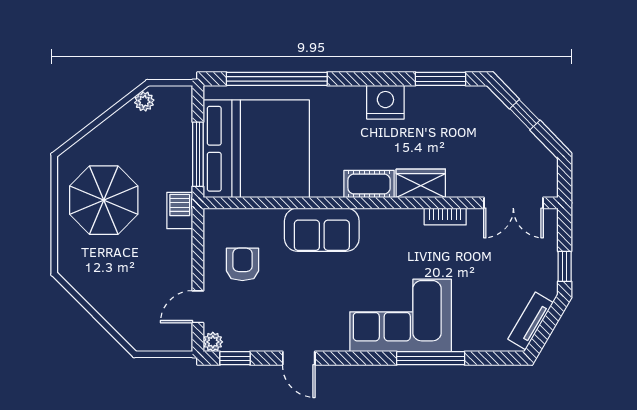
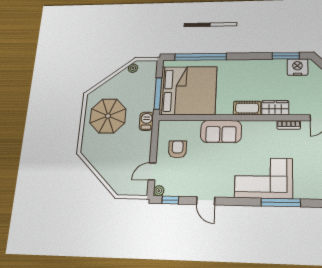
nightstand: (385, 102) -> (298, 67), moved

